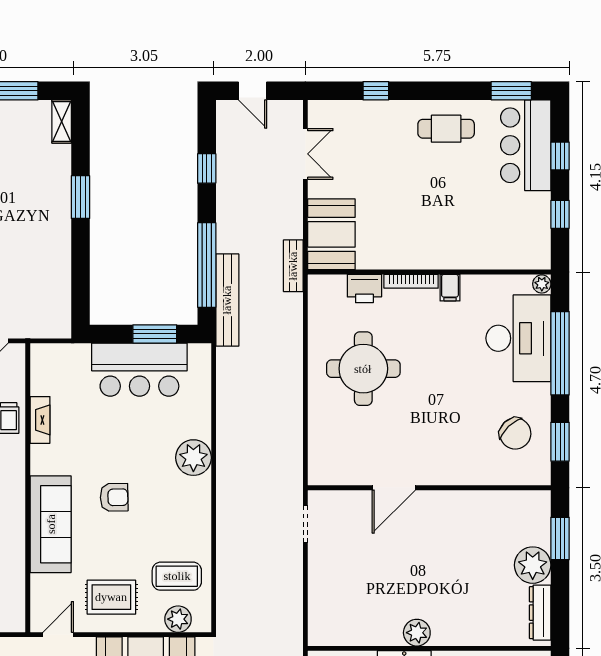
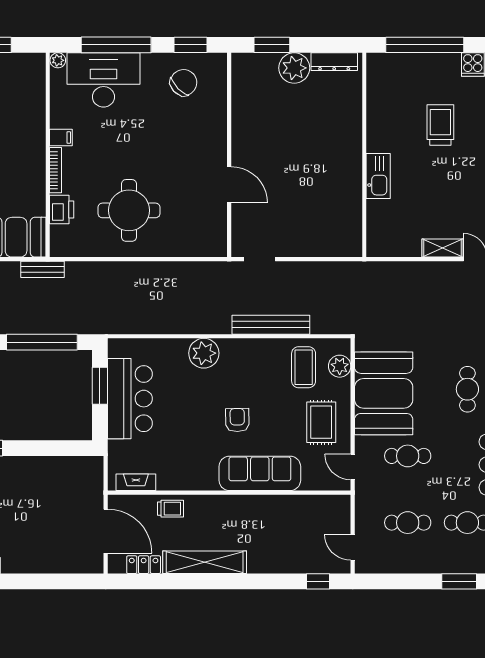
bench: (227, 300) -> (271, 325), moved
fireplace: (40, 420) -> (136, 482), moved
plant: (417, 633) -> (351, 165), removed

